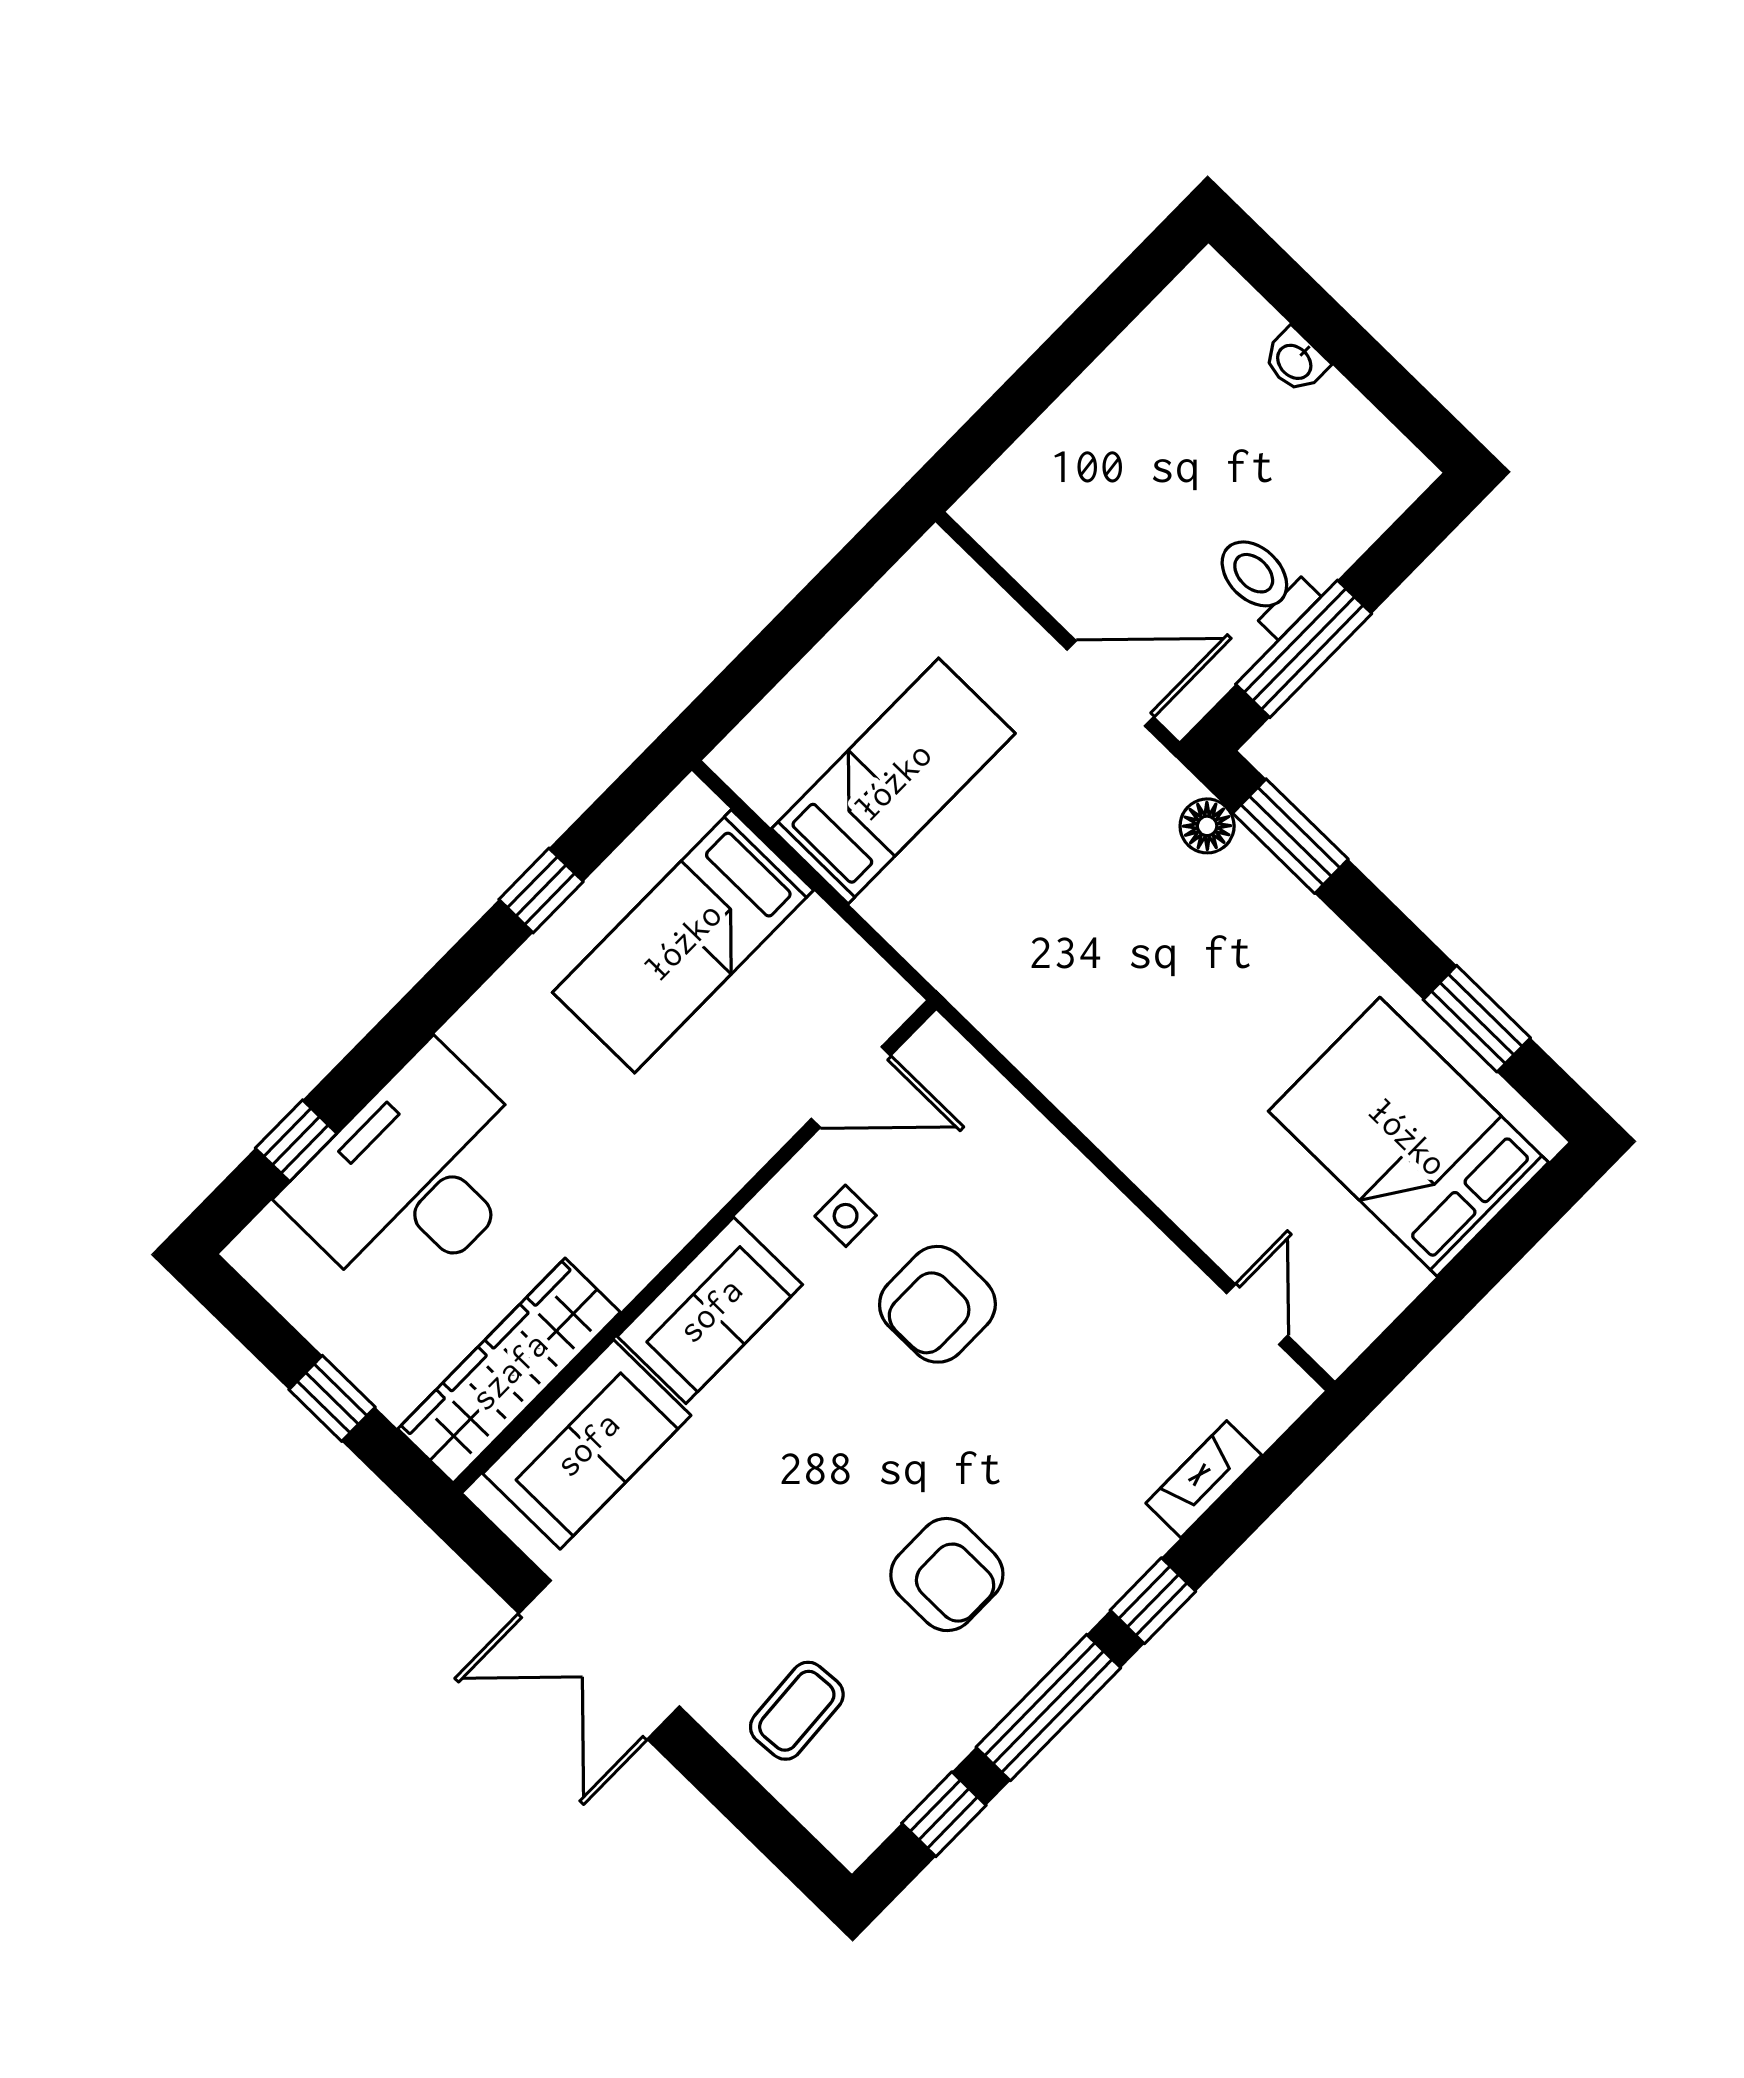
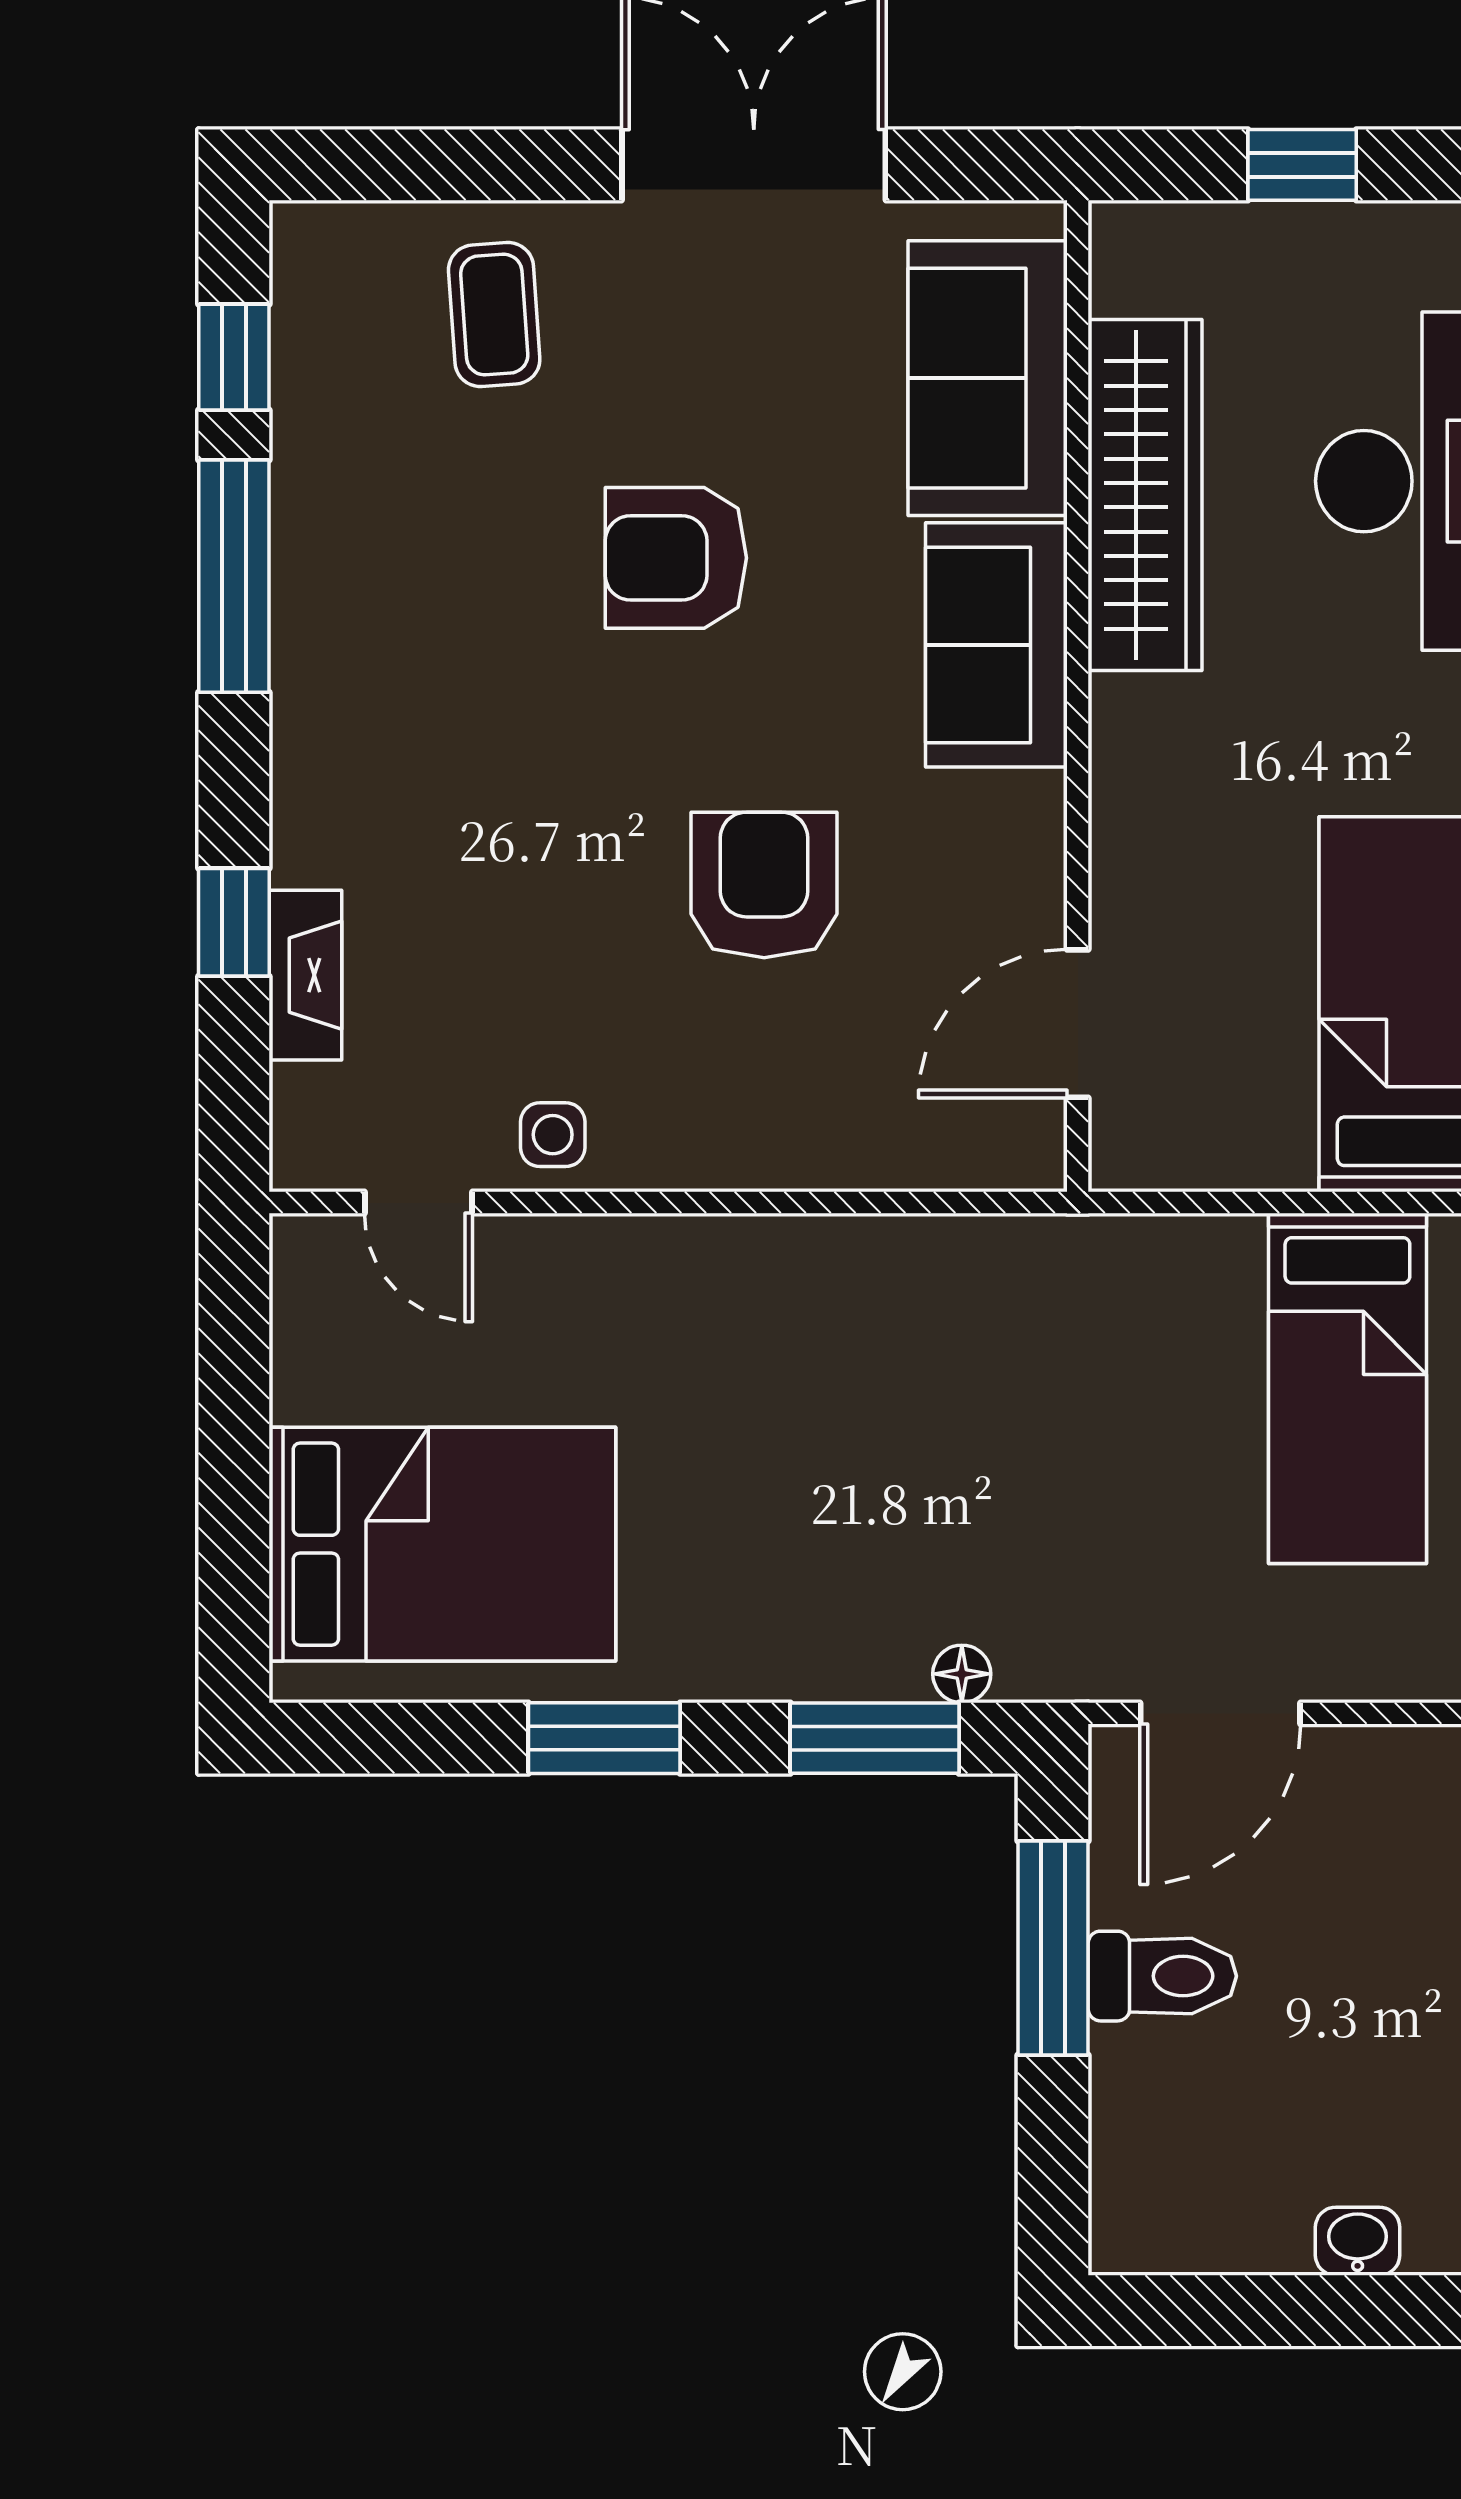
floor lamp: (1207, 826) -> (962, 1674), width x0.73, depth x0.73
window: (1477, 1019) -> (604, 1738), moved
side table: (846, 1216) -> (553, 1135), moved
wardrobe: (509, 1371) -> (1145, 495), moved
armchair: (947, 1575) -> (676, 558), moved
window: (1153, 1601) -> (234, 922), moved

